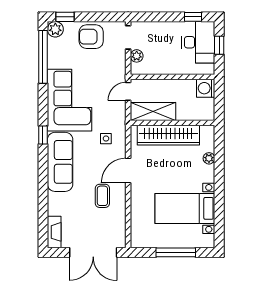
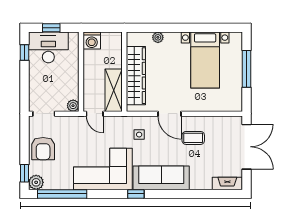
plant: (137, 56) -> (73, 106), moved

